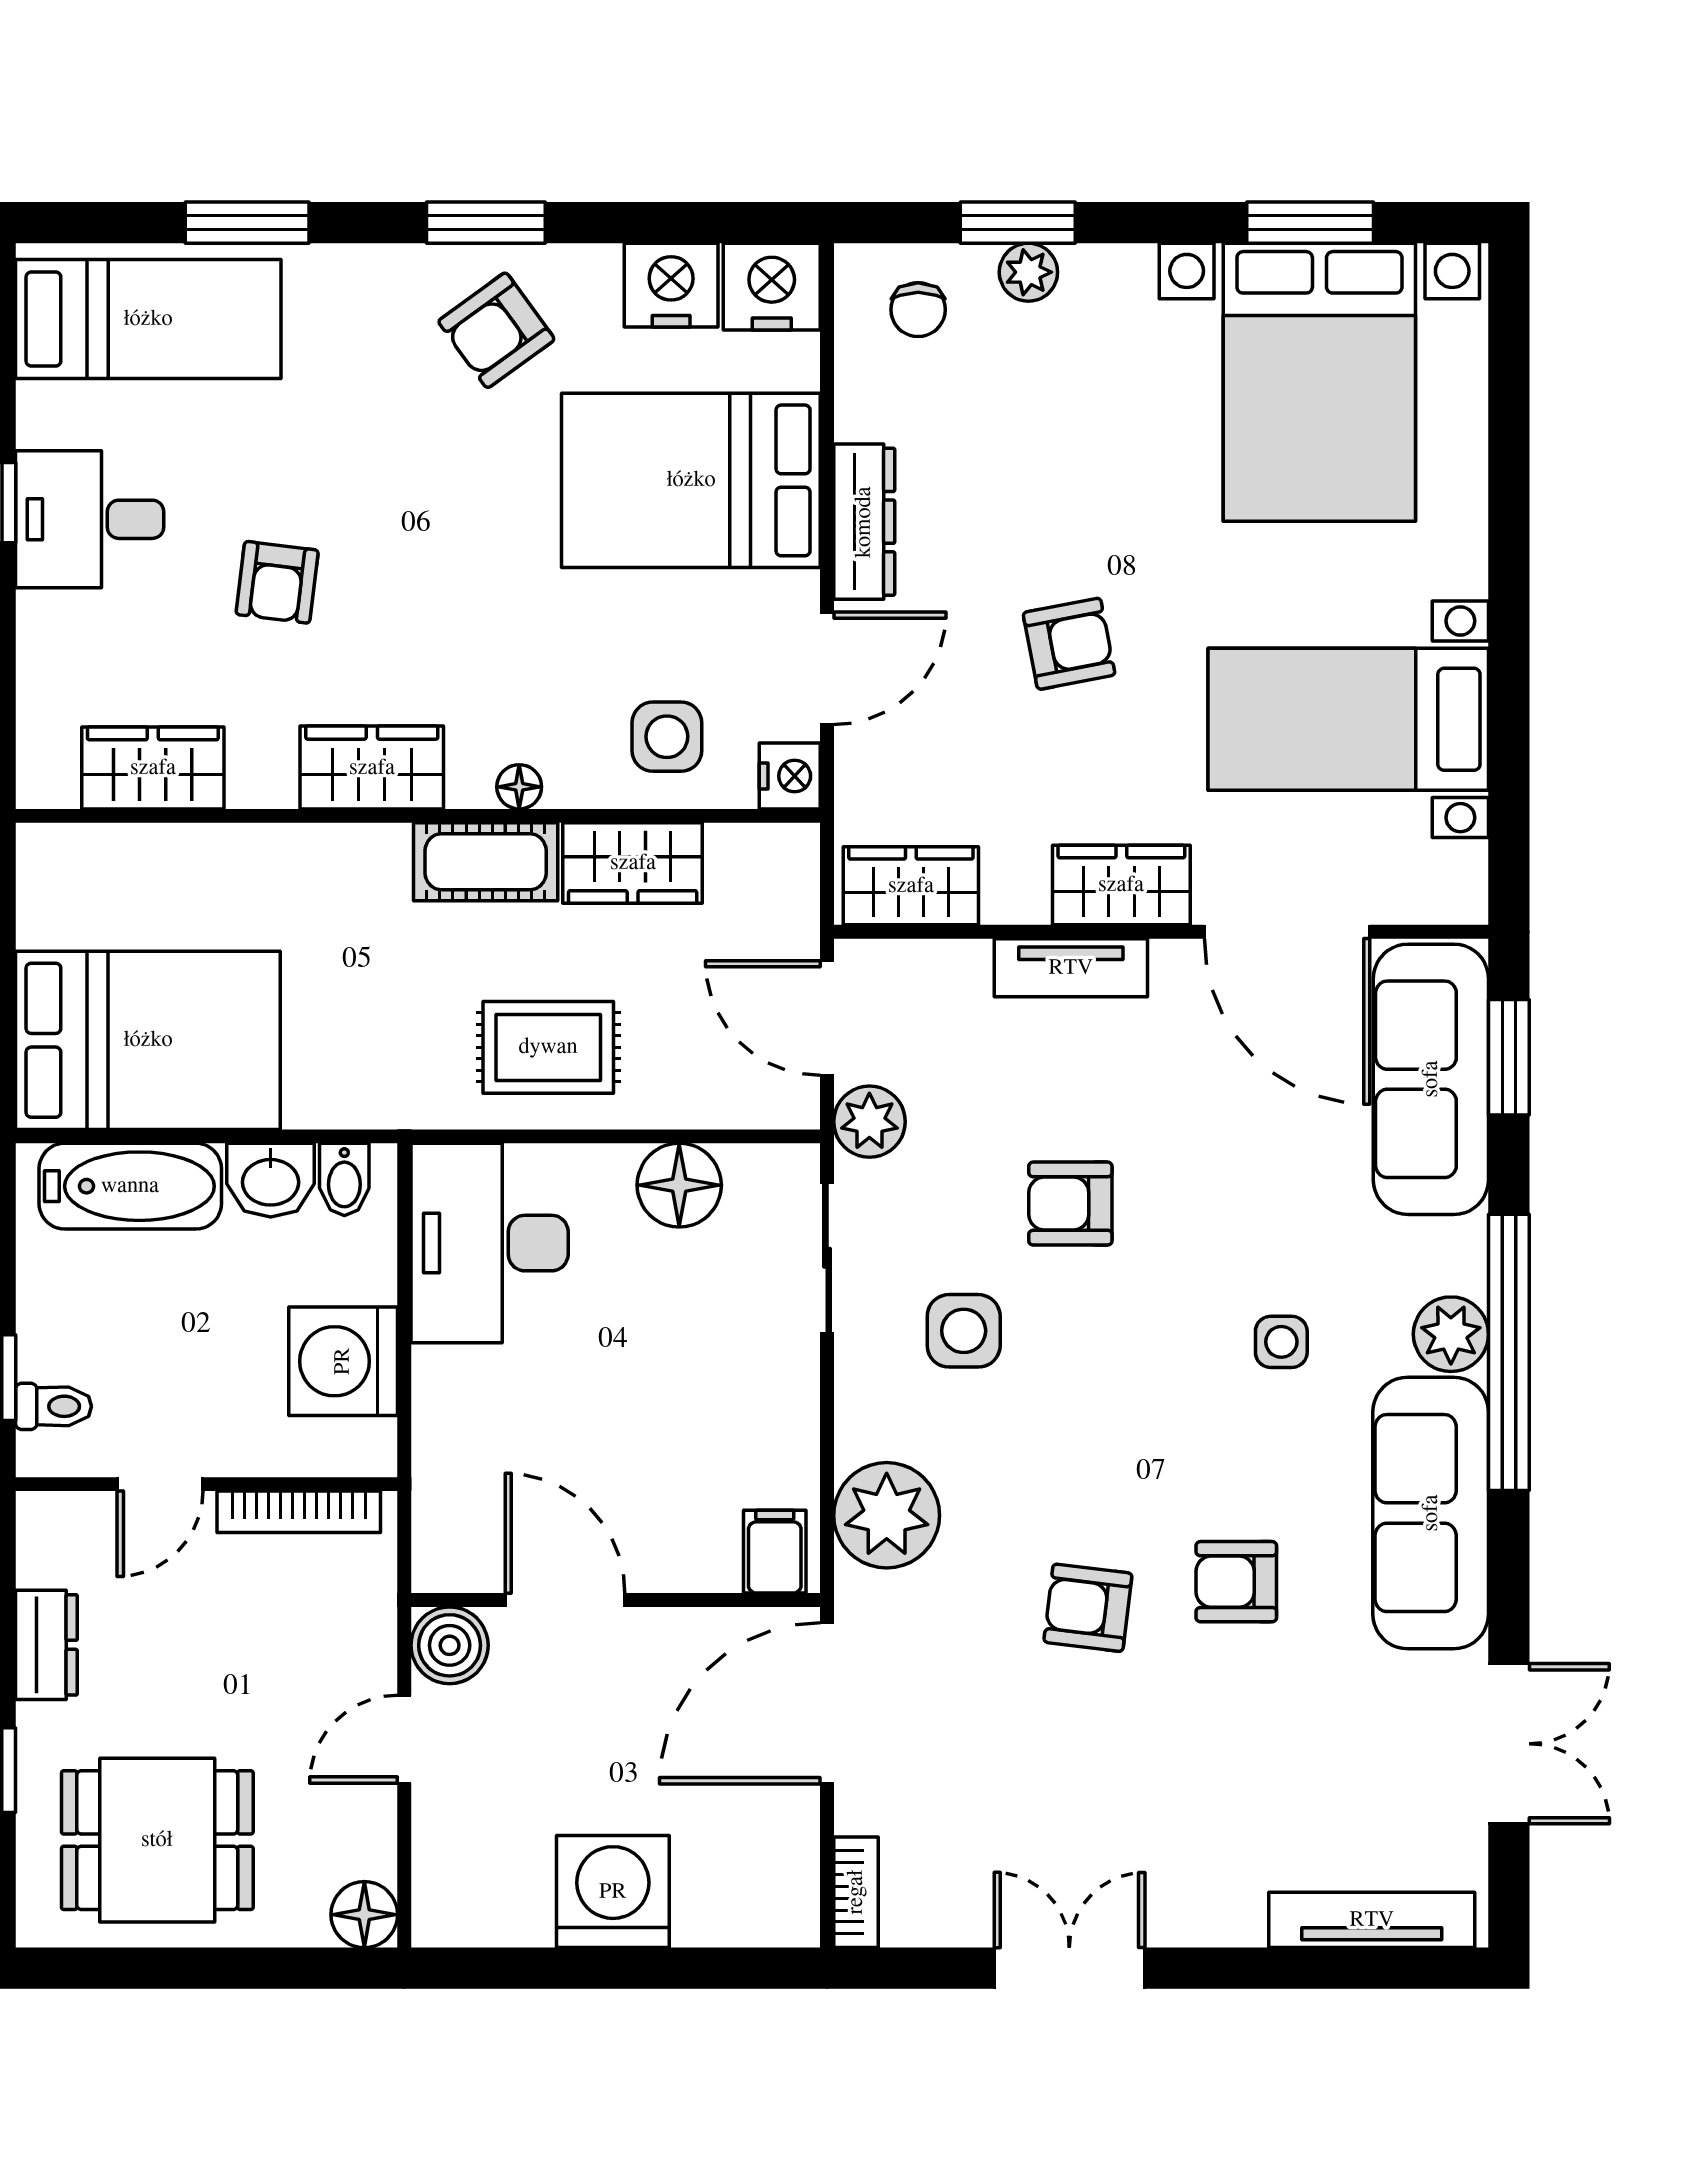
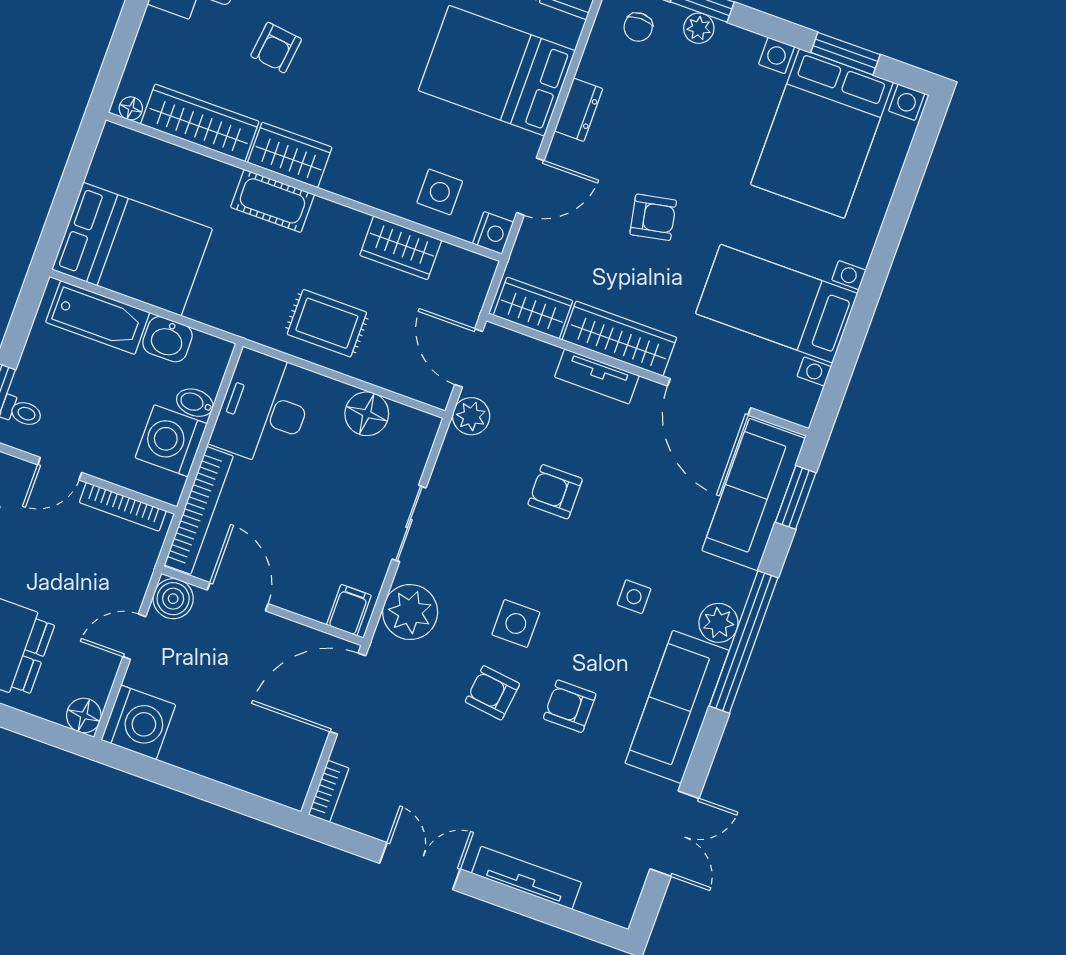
dresser: (864, 522) -> (579, 110), width x0.70
wardrobe: (153, 768) -> (200, 123), width x1.50
floor lamp: (519, 787) -> (131, 108), moved
cot: (486, 862) -> (272, 201), moved
wardrobe: (1121, 885) -> (619, 339), width x1.50
bidet: (344, 1179) -> (195, 403), moved, turned 90
sliding door: (827, 1258) -> (409, 523), moved
side table: (964, 1331) -> (516, 623), moved
bookcase: (439, 1469) -> (199, 510), added
washing machine: (613, 1892) -> (138, 722), moved, turned 90
tv unit: (1372, 1920) -> (527, 878), moved

